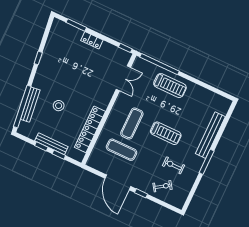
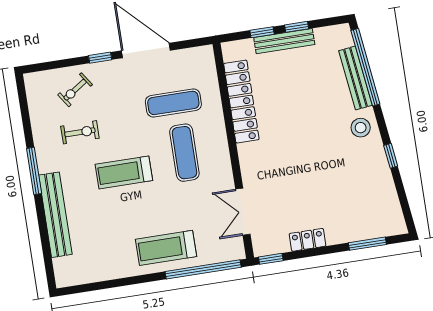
locker: (92, 40) -> (308, 240), moved
stool: (59, 106) -> (361, 128), moved

